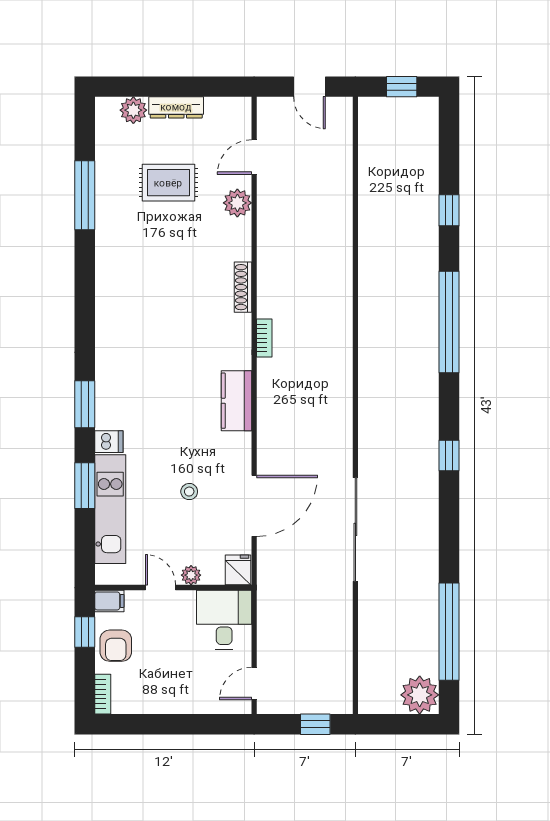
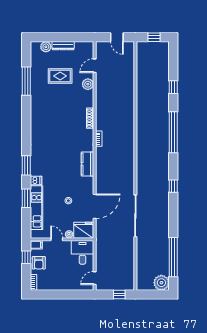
fridge: (238, 570) -> (84, 230), width x1.88, depth x1.34

